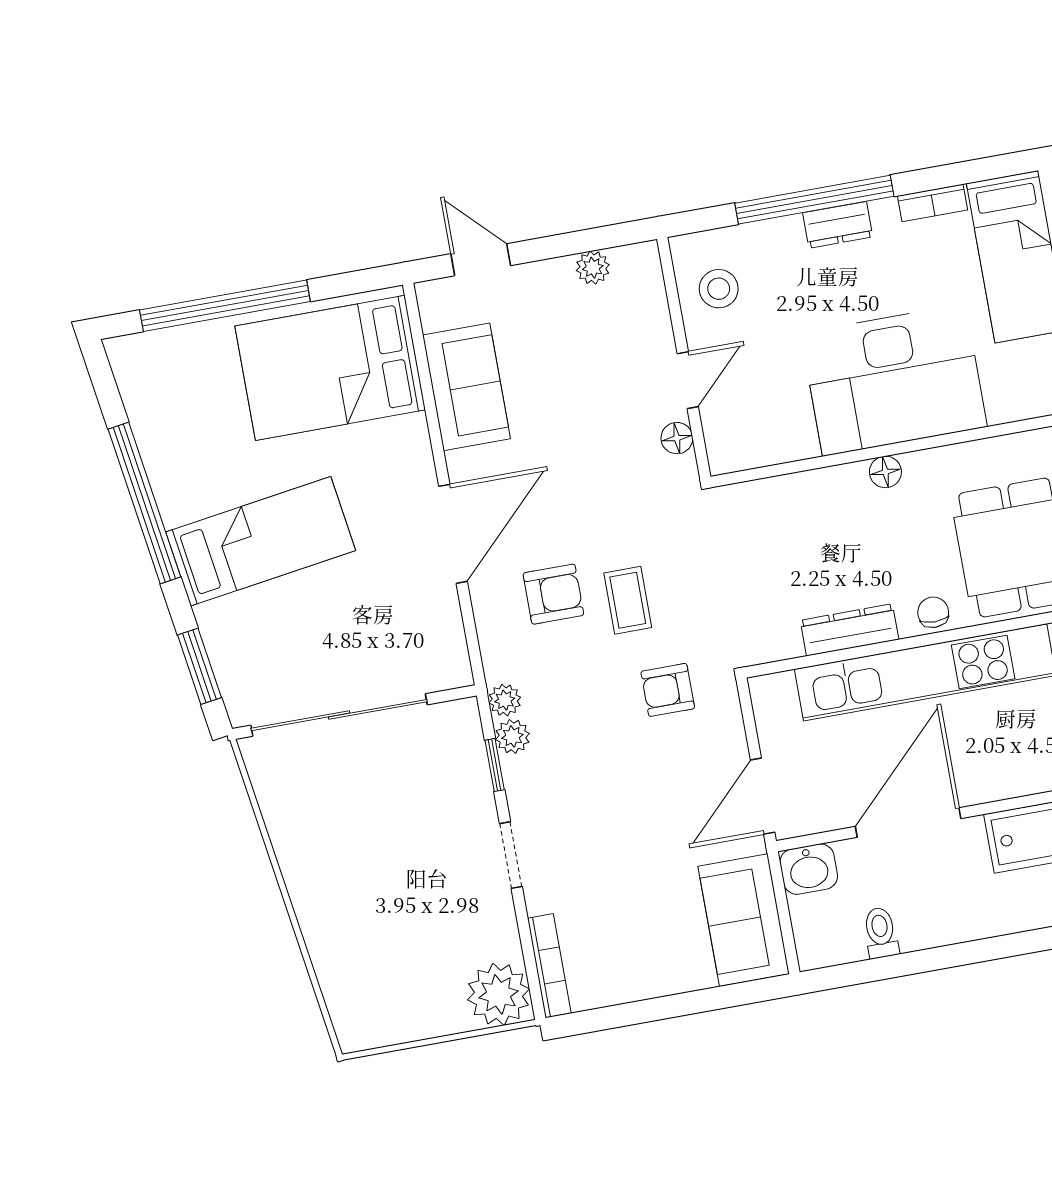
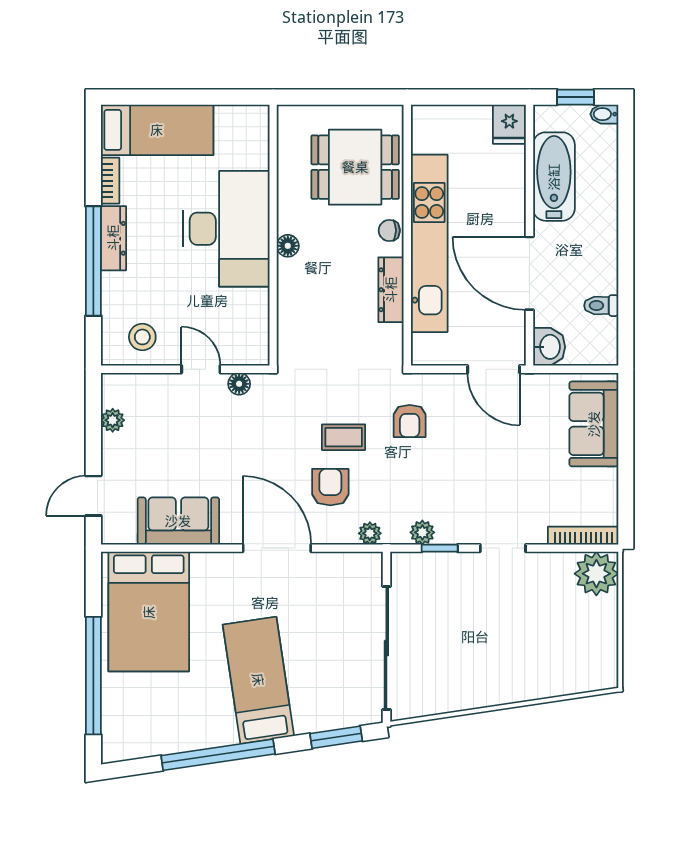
dresser: (838, 225) -> (113, 238), width x1.44
plant: (505, 700) -> (370, 533), moved
sofa: (744, 920) -> (594, 424), moved, turned 90

